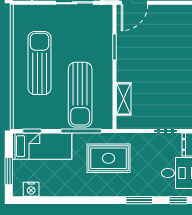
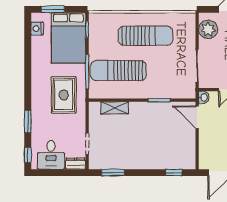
bed: (42, 146) -> (68, 38), width x1.50

